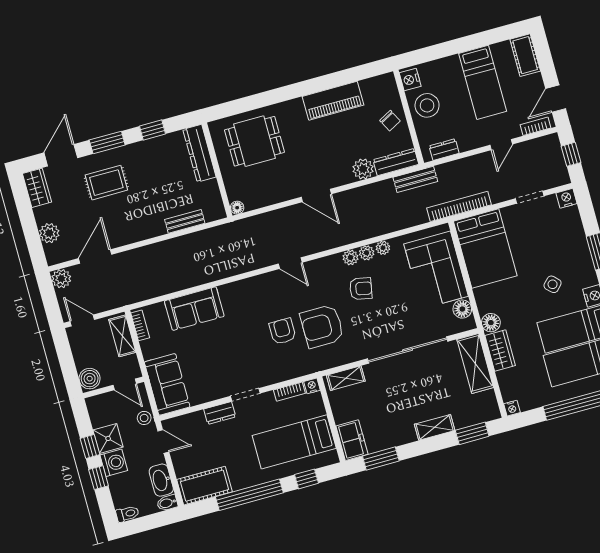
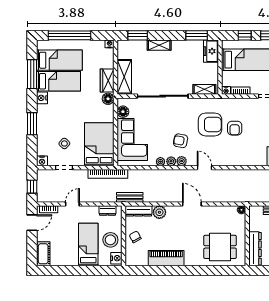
bed: (483, 82) -> (88, 244), moved
door: (290, 263) -> (204, 168), moved
side table: (553, 284) -> (64, 143), moved

